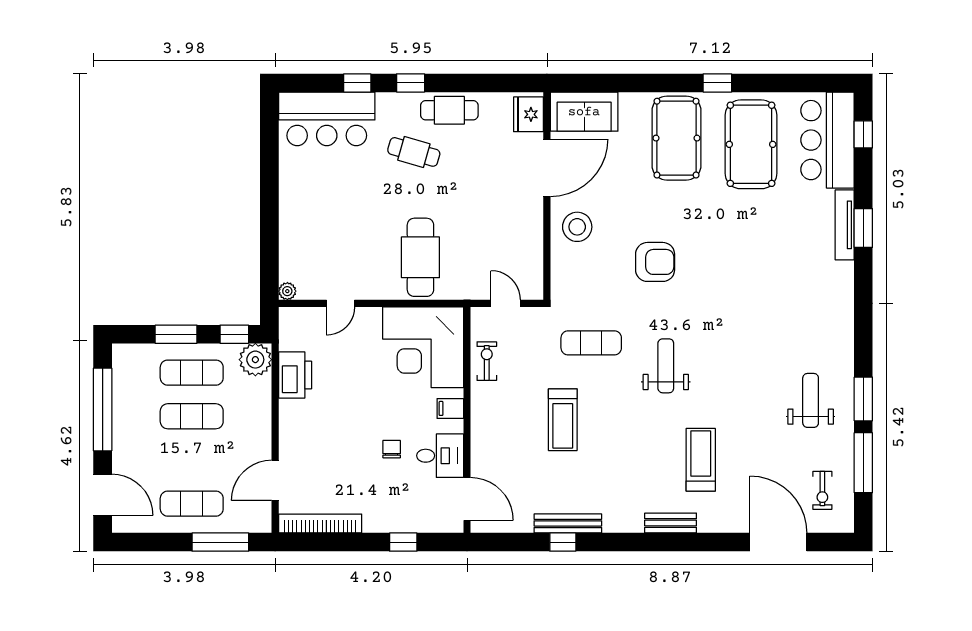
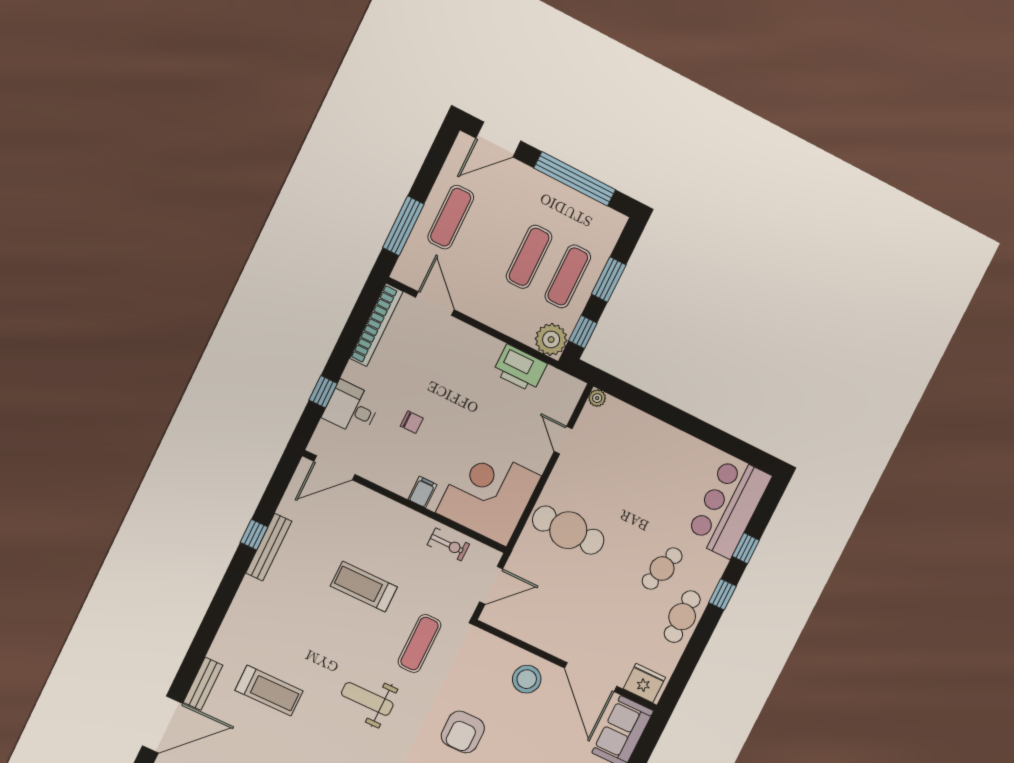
door: (506, 303) -> (491, 585), width x1.37
weight bench: (666, 366) -> (367, 699), turned 180
desk: (440, 456) -> (351, 408), moved, turned 90
bench: (671, 523) -> (203, 684), moved

